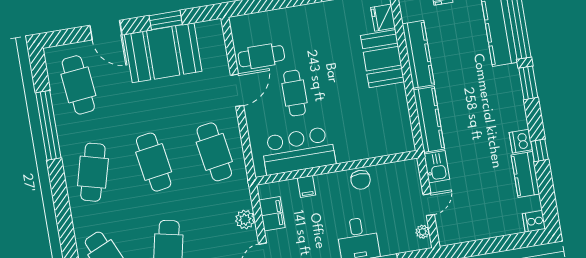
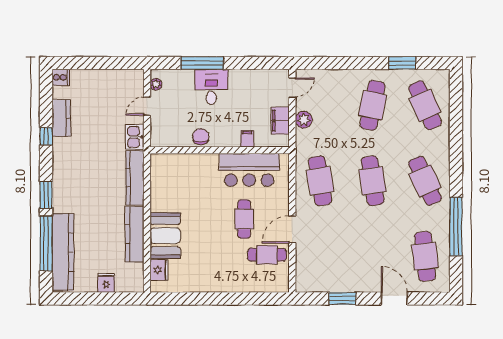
booth: (163, 53) -> (349, 271), removed
dishwasher: (521, 141) -> (61, 147), removed
cafe table: (93, 172) -> (425, 181), turned -39

